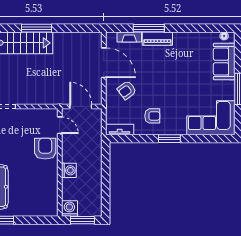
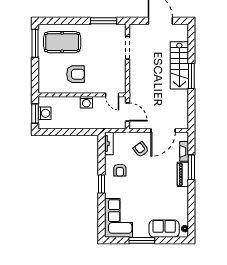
door: (81, 107) -> (127, 112), hinge flipped
door: (60, 125) -> (112, 95), hinge flipped
armchair: (45, 149) -> (75, 74), moved
washing machine: (69, 170) -> (86, 102), moved
washing machine: (69, 209) -> (44, 113), moved

